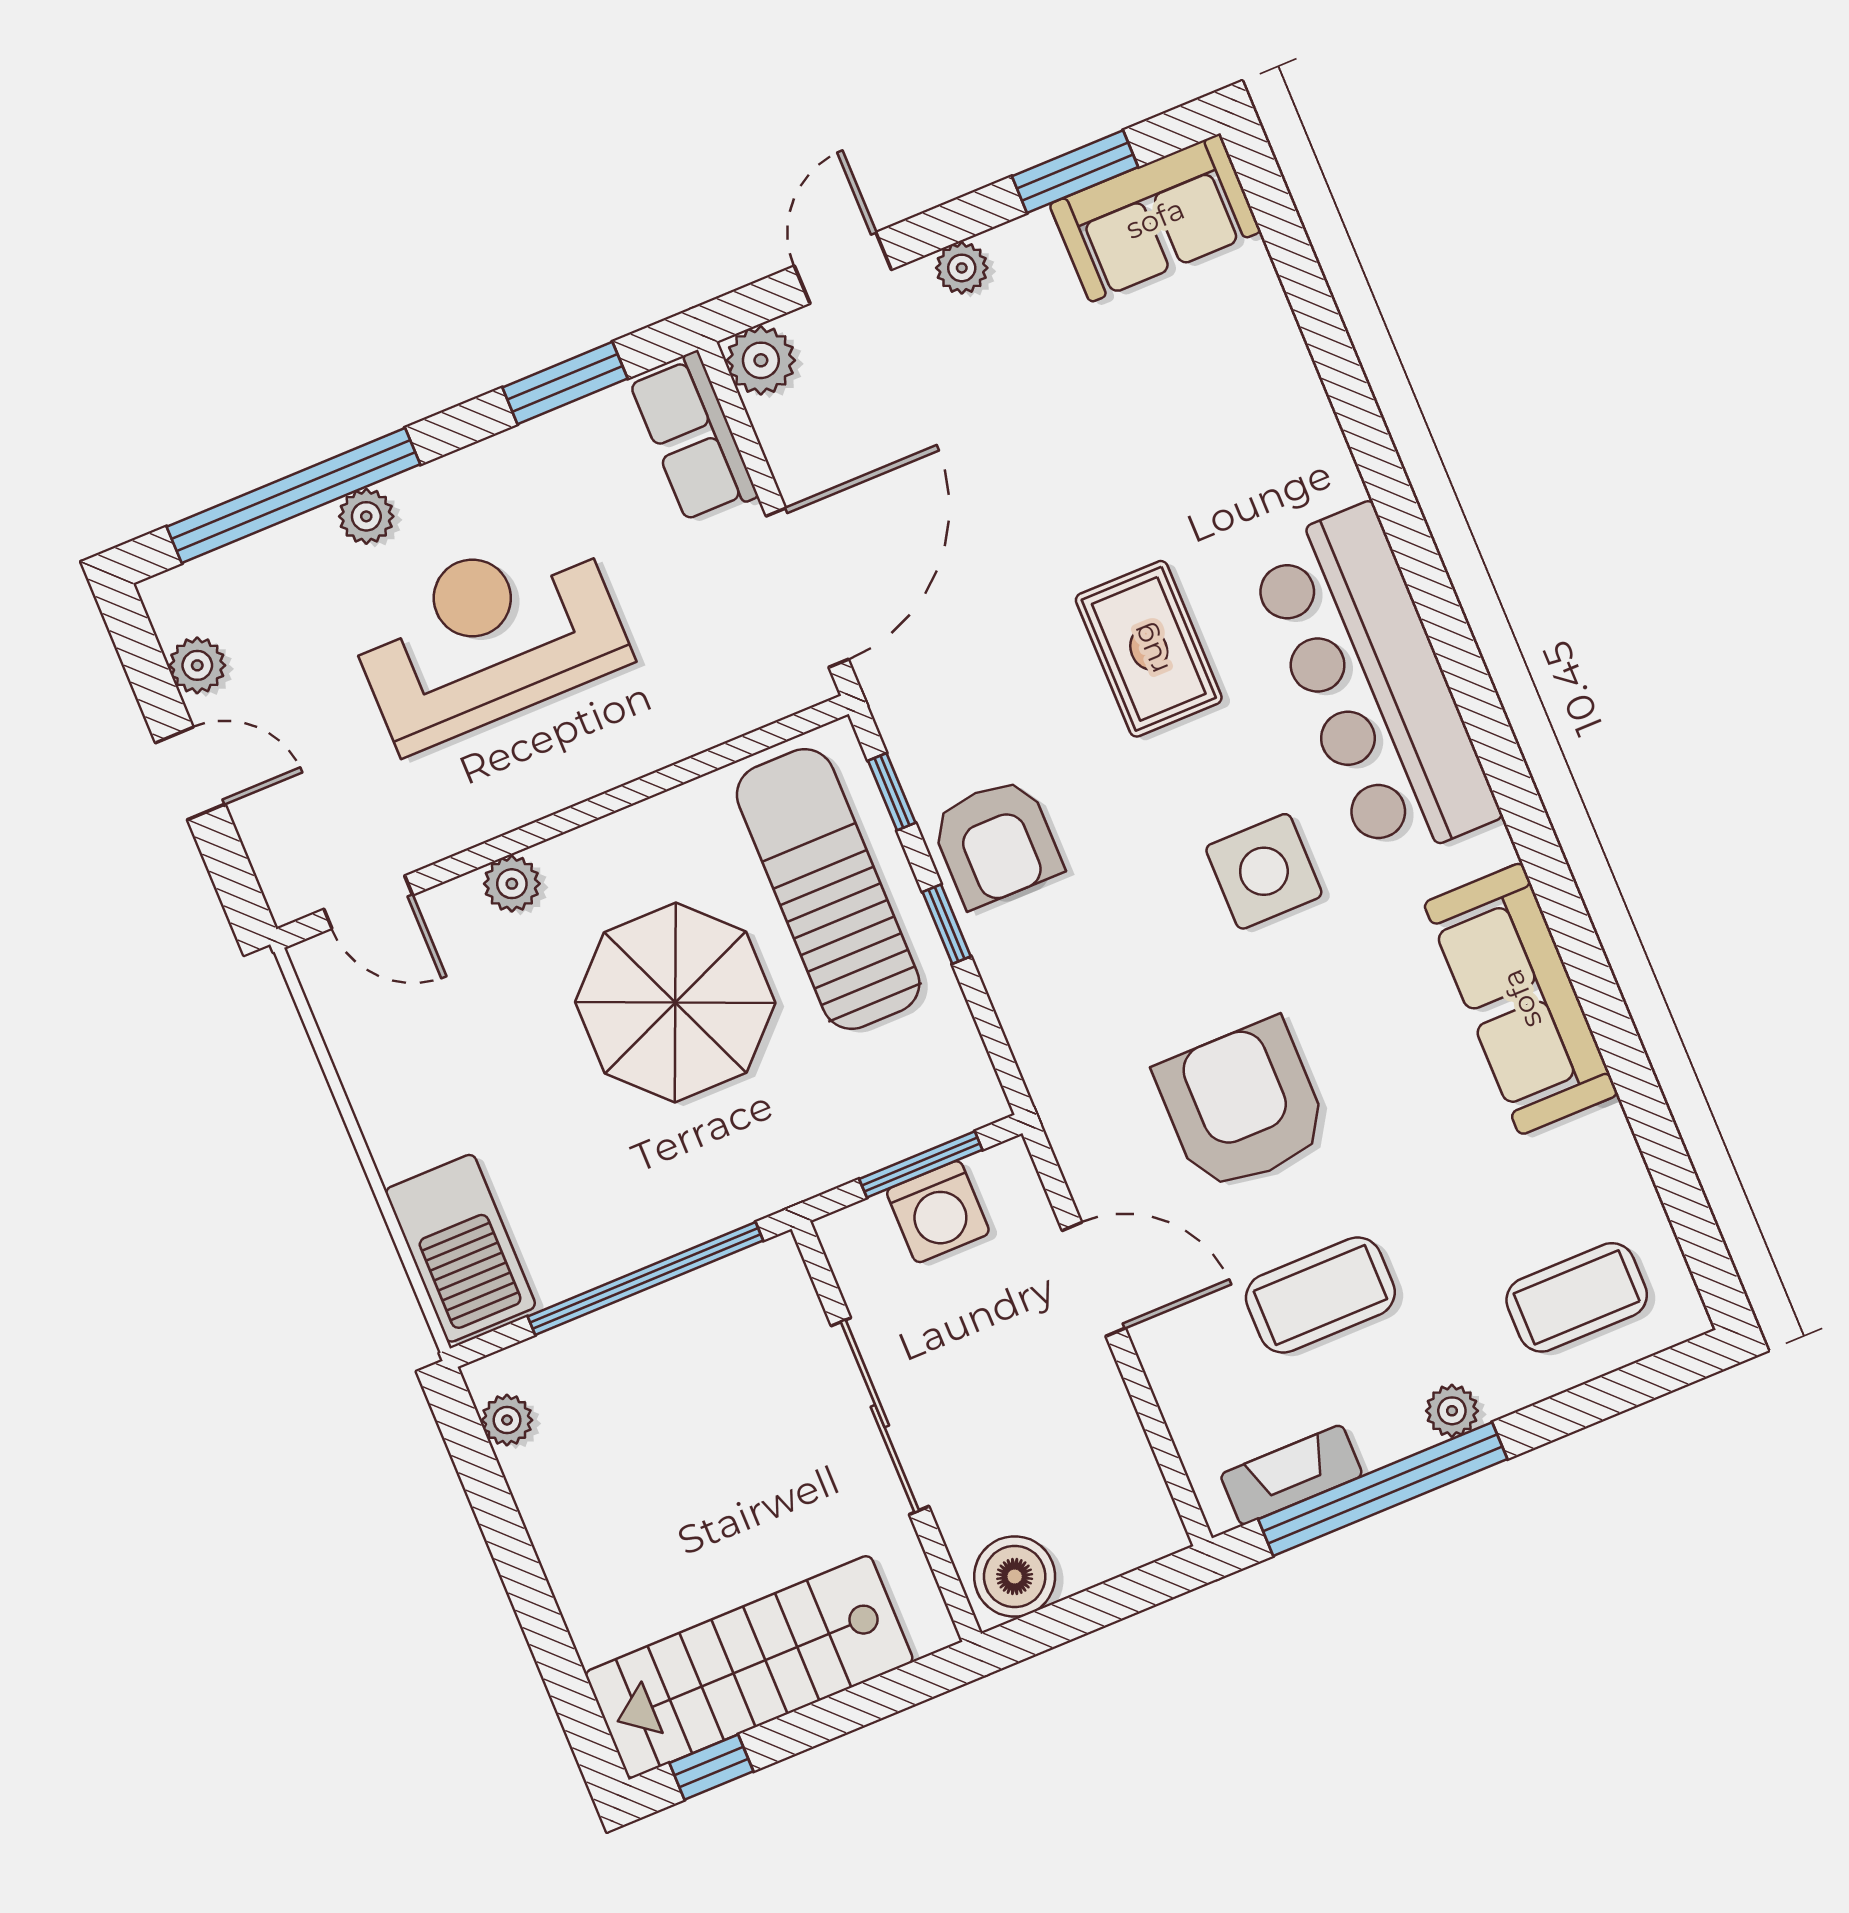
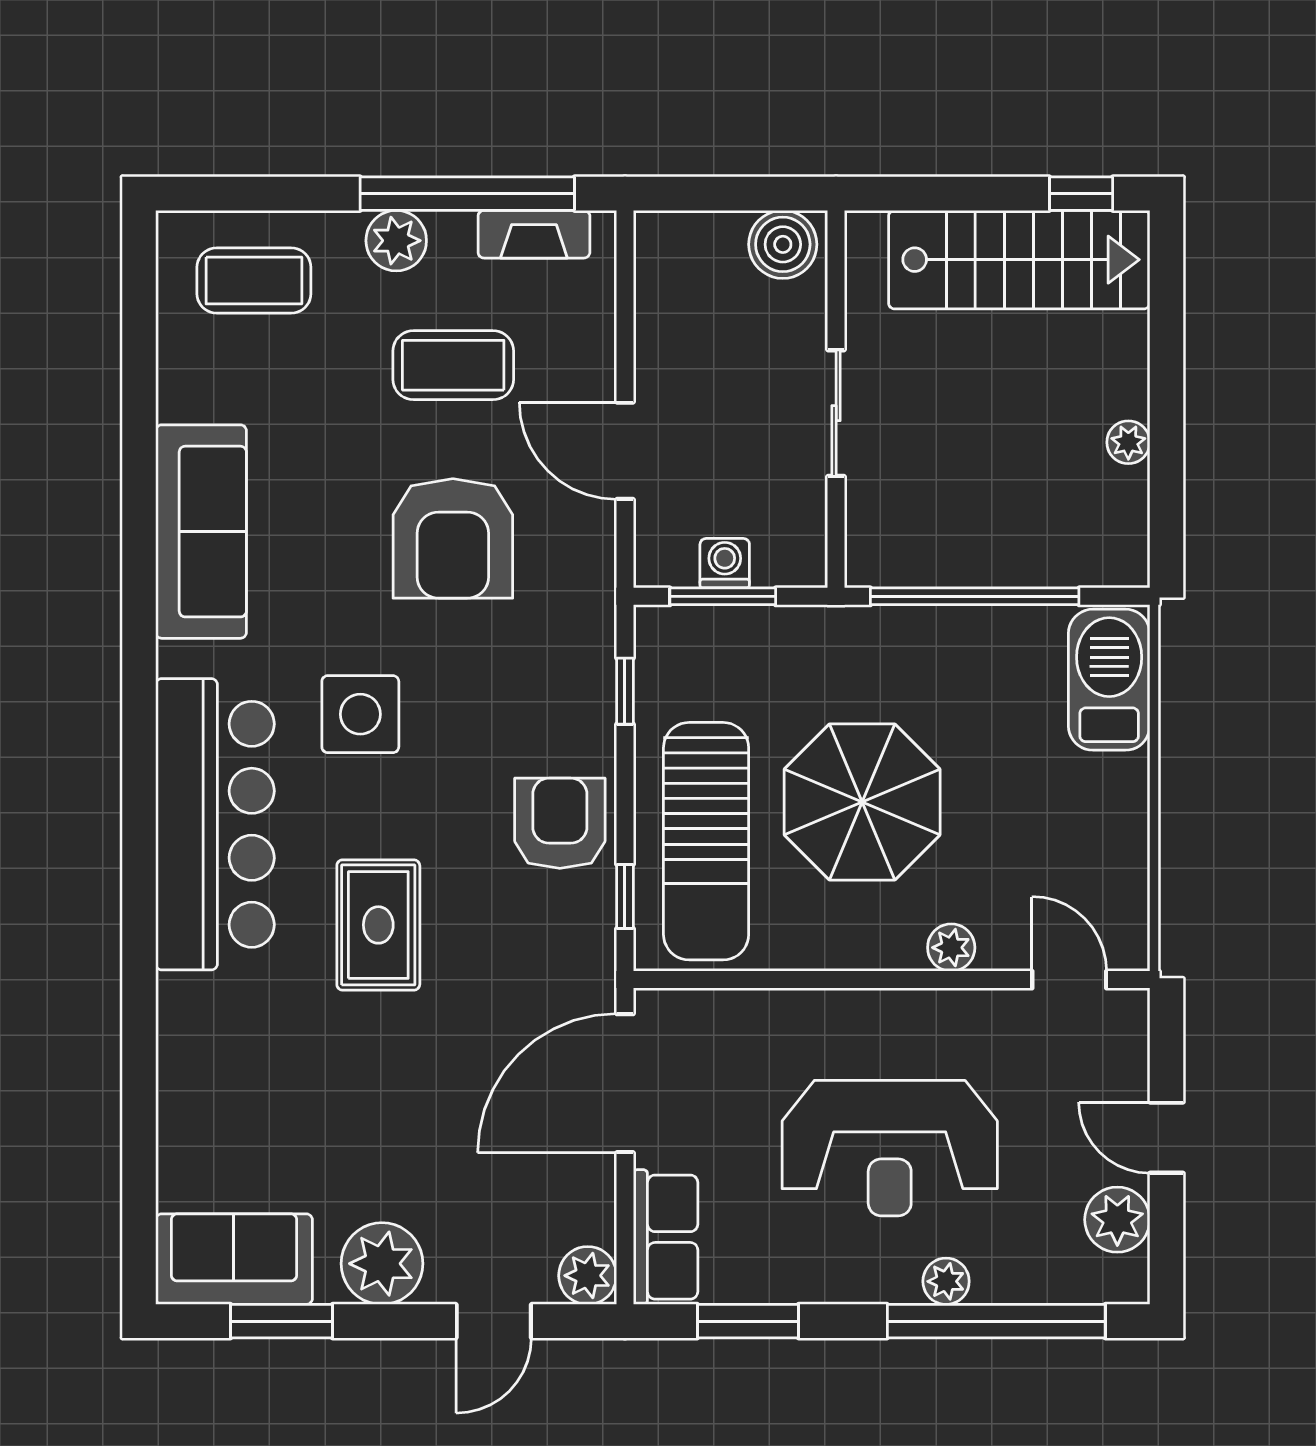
plant: (962, 268) -> (382, 1264), width x1.88, depth x1.88
plant: (197, 665) -> (1117, 1220), width x1.38, depth x1.38
window: (947, 924) -> (625, 691), moved
washing machine: (938, 1212) -> (725, 563), width x0.73, depth x0.73
plant: (1452, 1411) -> (396, 241), width x1.38, depth x1.38
sliding door: (880, 1416) -> (836, 413), width x0.73
plant: (507, 1420) -> (1128, 442), moved

